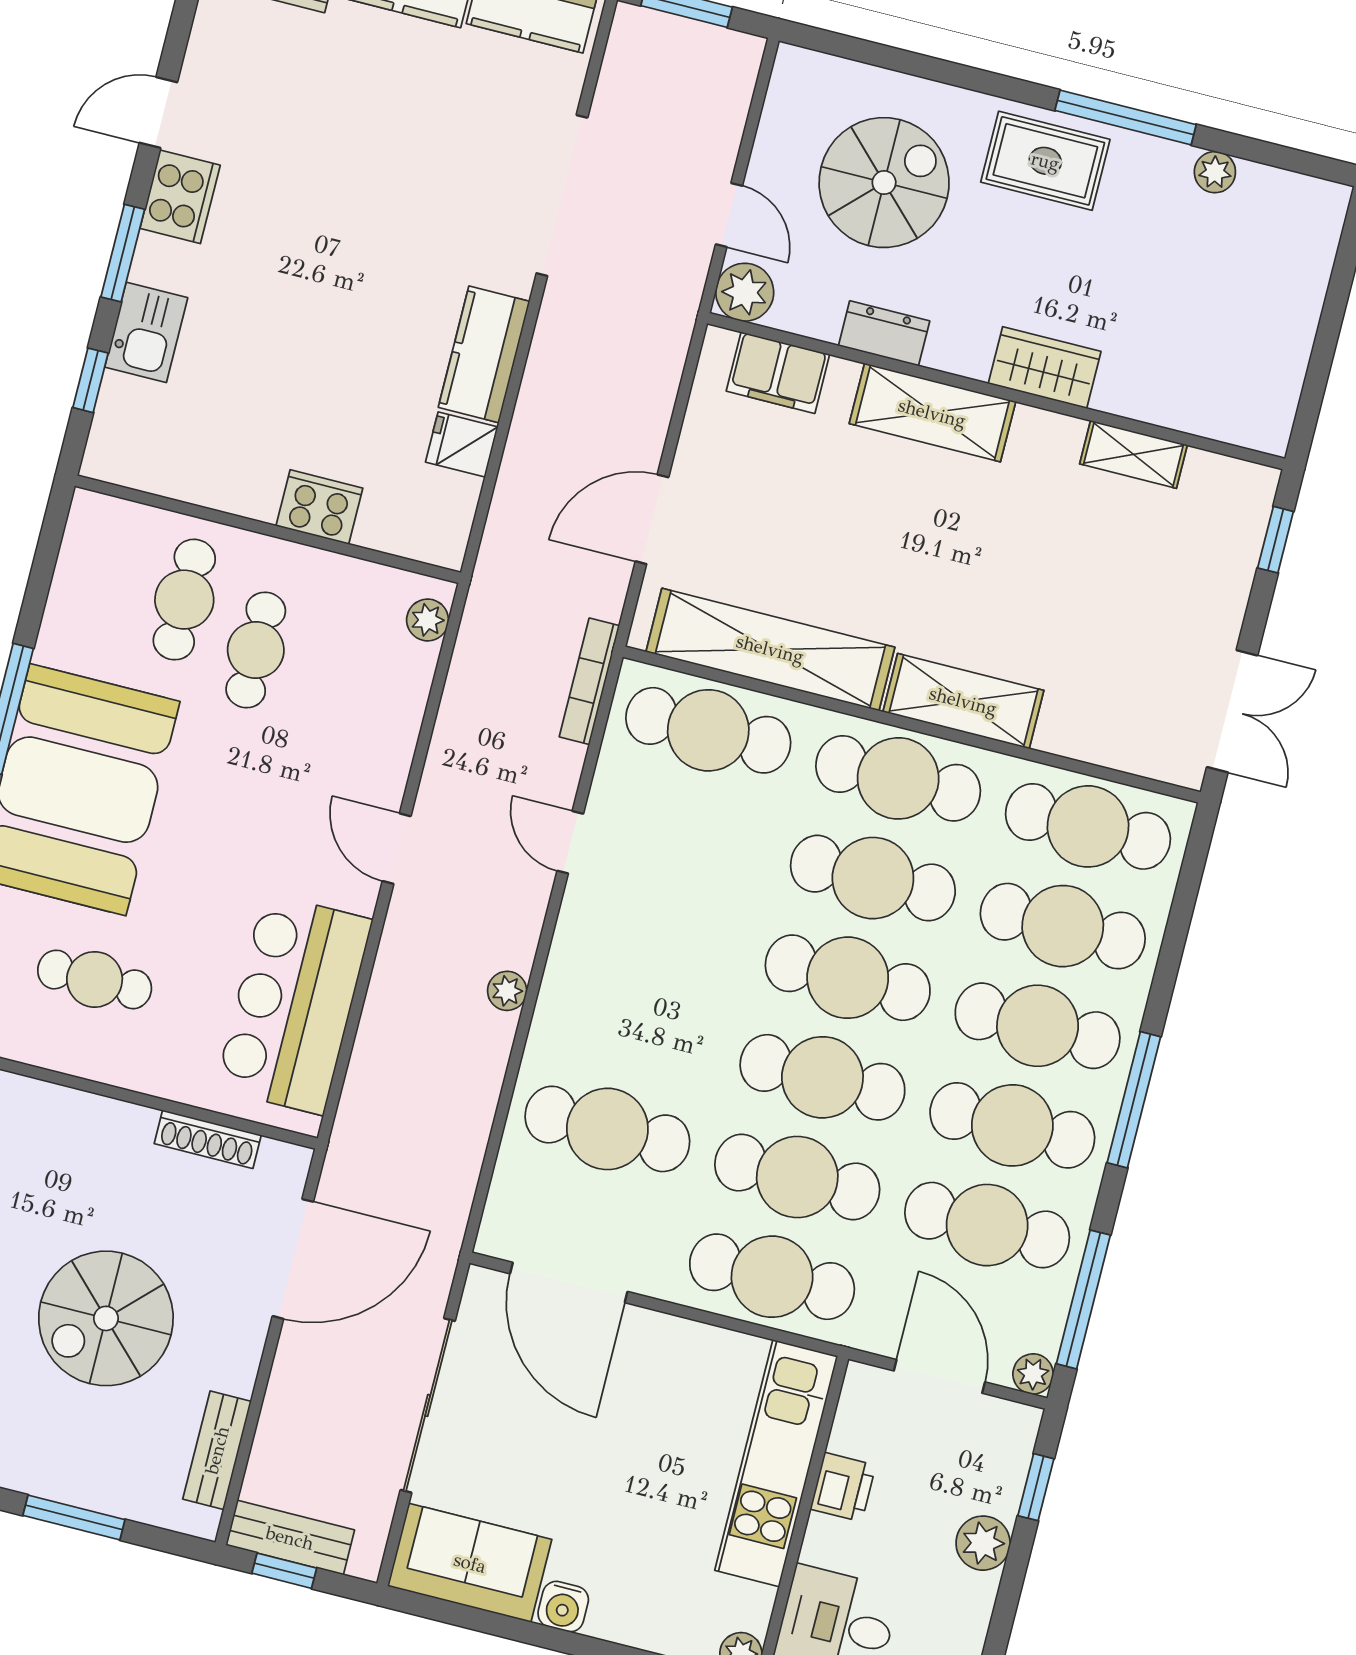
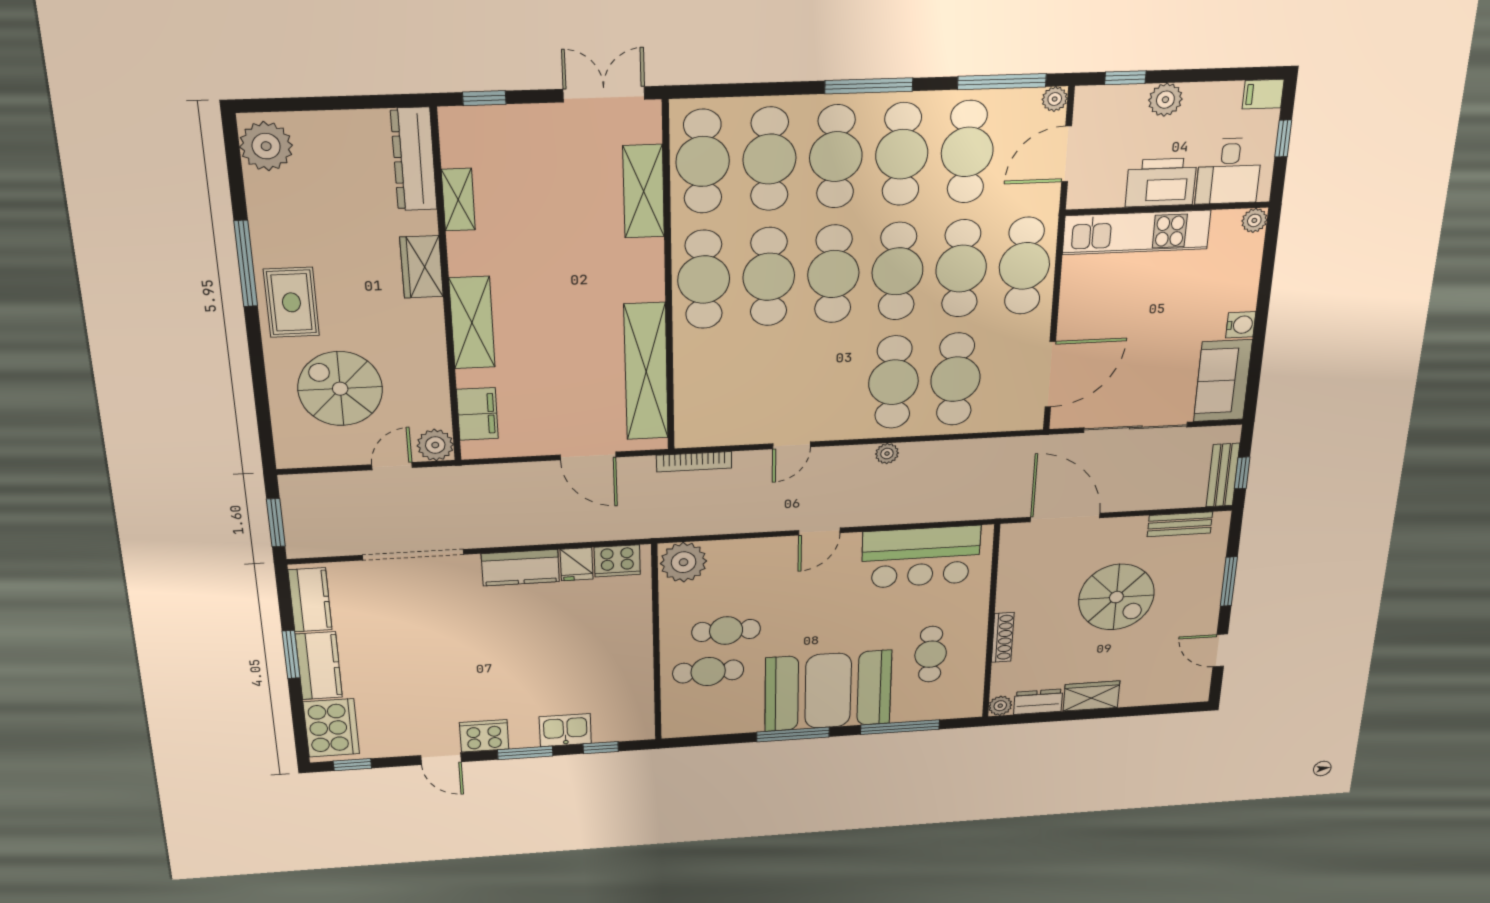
plant: (1215, 172) -> (266, 146), moved, width x1.88, depth x1.88
dresser: (884, 333) -> (414, 159), moved, width x1.96, depth x1.24
cooker: (319, 507) -> (617, 561), moved, turned -90
plant: (428, 620) -> (684, 562), width x1.88, depth x1.88
shelving: (963, 701) -> (644, 191), moved
cafe table: (708, 730) -> (893, 382), moved
shoe rack: (208, 1139) -> (1003, 637), moved
printer: (843, 1487) -> (1161, 182), width x1.87, depth x1.48

